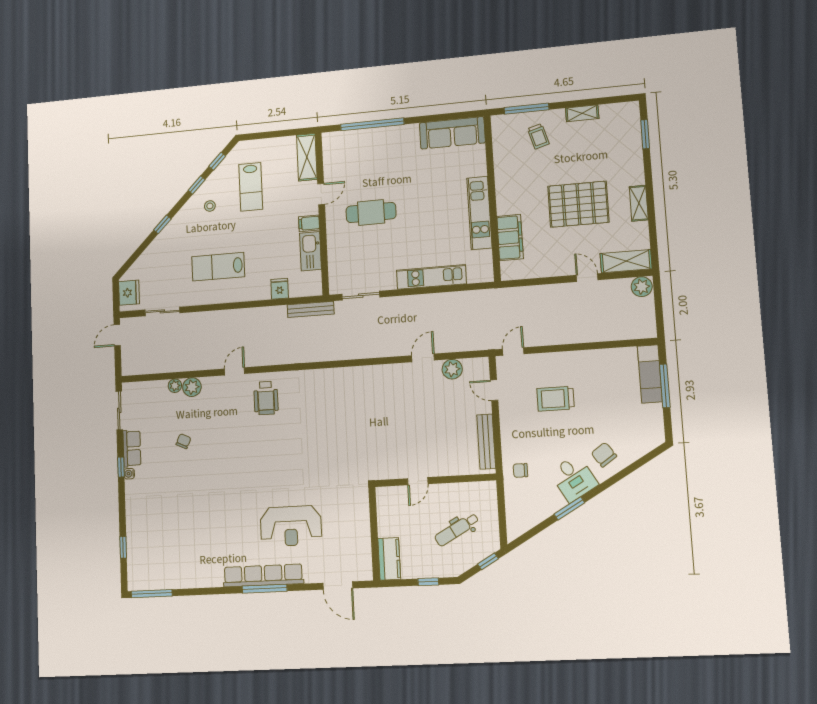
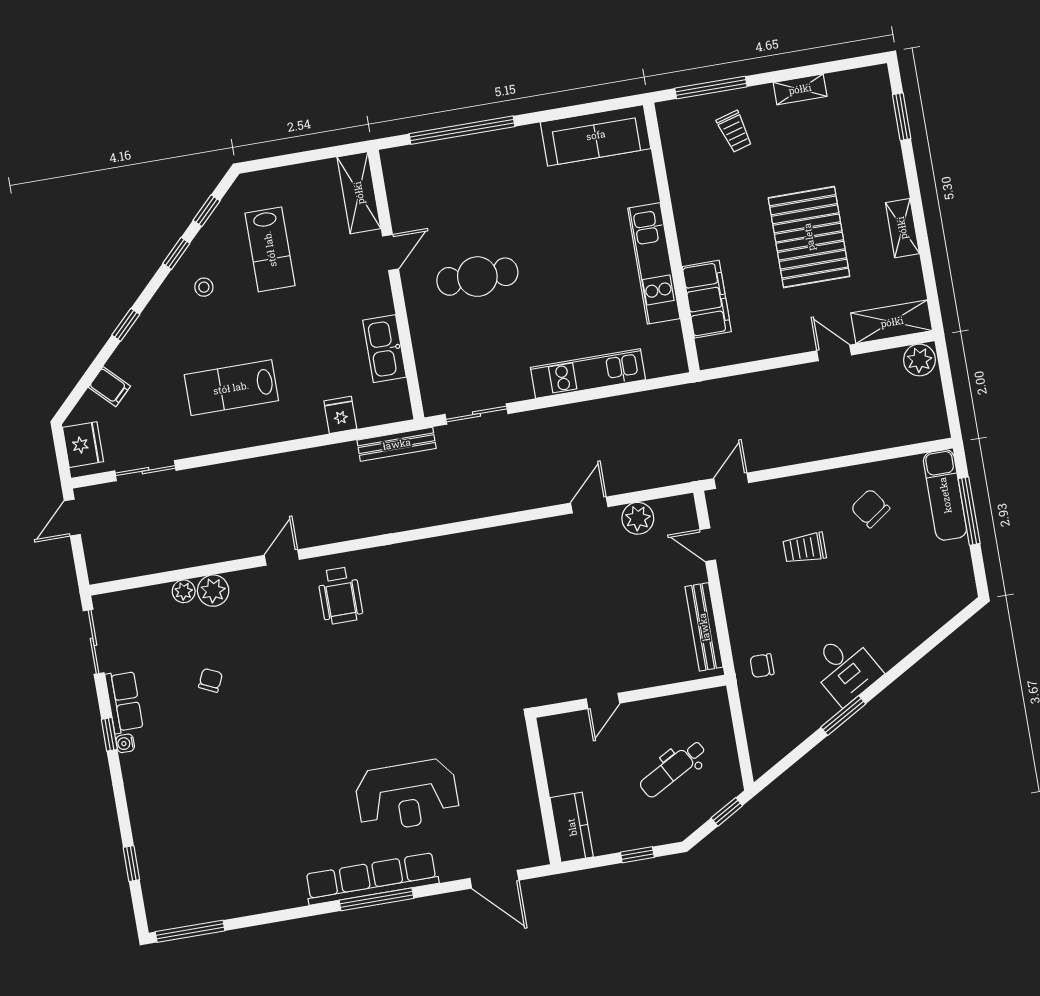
pallet: (578, 204) -> (809, 237), turned 90
filing cabinet: (309, 223) -> (109, 387), moved, turned -135
trolley: (555, 399) -> (805, 548), width x0.73, depth x0.72
chair: (604, 455) -> (870, 508), moved

